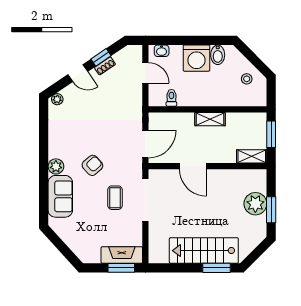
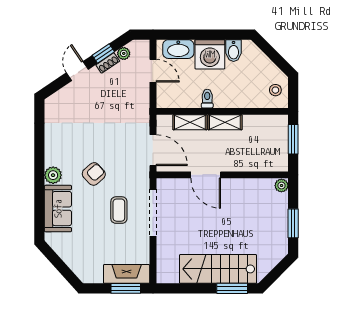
washbasin: (162, 51) -> (178, 49), width x1.91, depth x1.45
door: (78, 73) -> (77, 71), swing flipped
stool: (247, 79) -> (275, 90), moved
toilet: (171, 98) -> (207, 99), moved
plant: (57, 99) -> (124, 53), moved
door: (145, 144) -> (153, 150), hinge flipped
shelving: (252, 156) -> (190, 122), moved
plant: (255, 204) -> (281, 186), moved, width x0.53, depth x0.53

